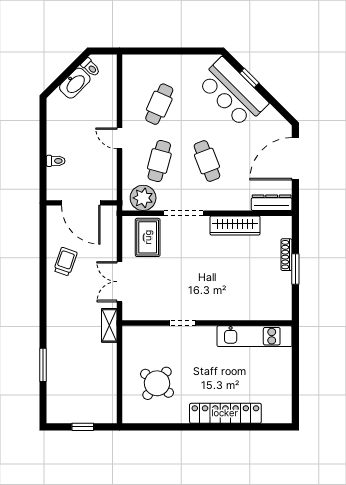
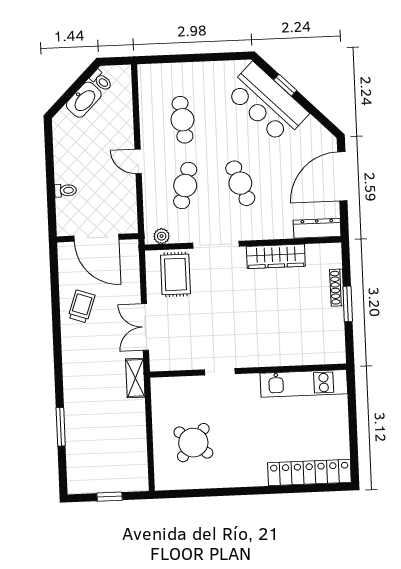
cafe table: (159, 104) -> (182, 120), turned -30
plant: (143, 198) -> (162, 236), width x0.53, depth x0.53
locker: (225, 413) -> (309, 473), moved

